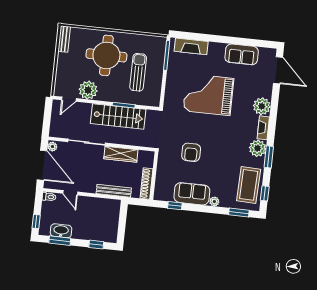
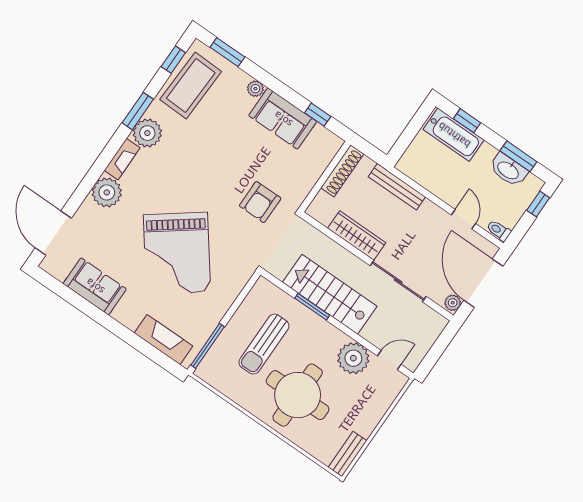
grand piano: (208, 95) -> (177, 253), turned 53
armchair: (191, 152) -> (260, 202), moved, turned 180
bathtub: (99, 233) -> (454, 135), added

